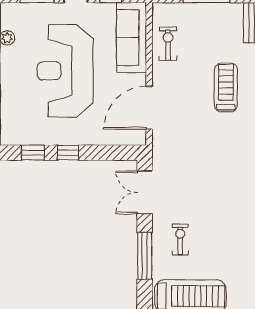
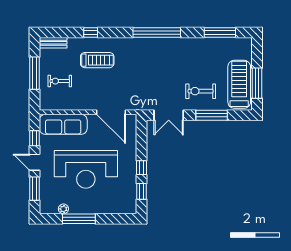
exercise bike: (168, 44) -> (60, 81), moved
treadmill: (226, 87) -> (97, 60), turned 180
exercise bike: (180, 239) -> (201, 91), width x1.38, depth x1.39

